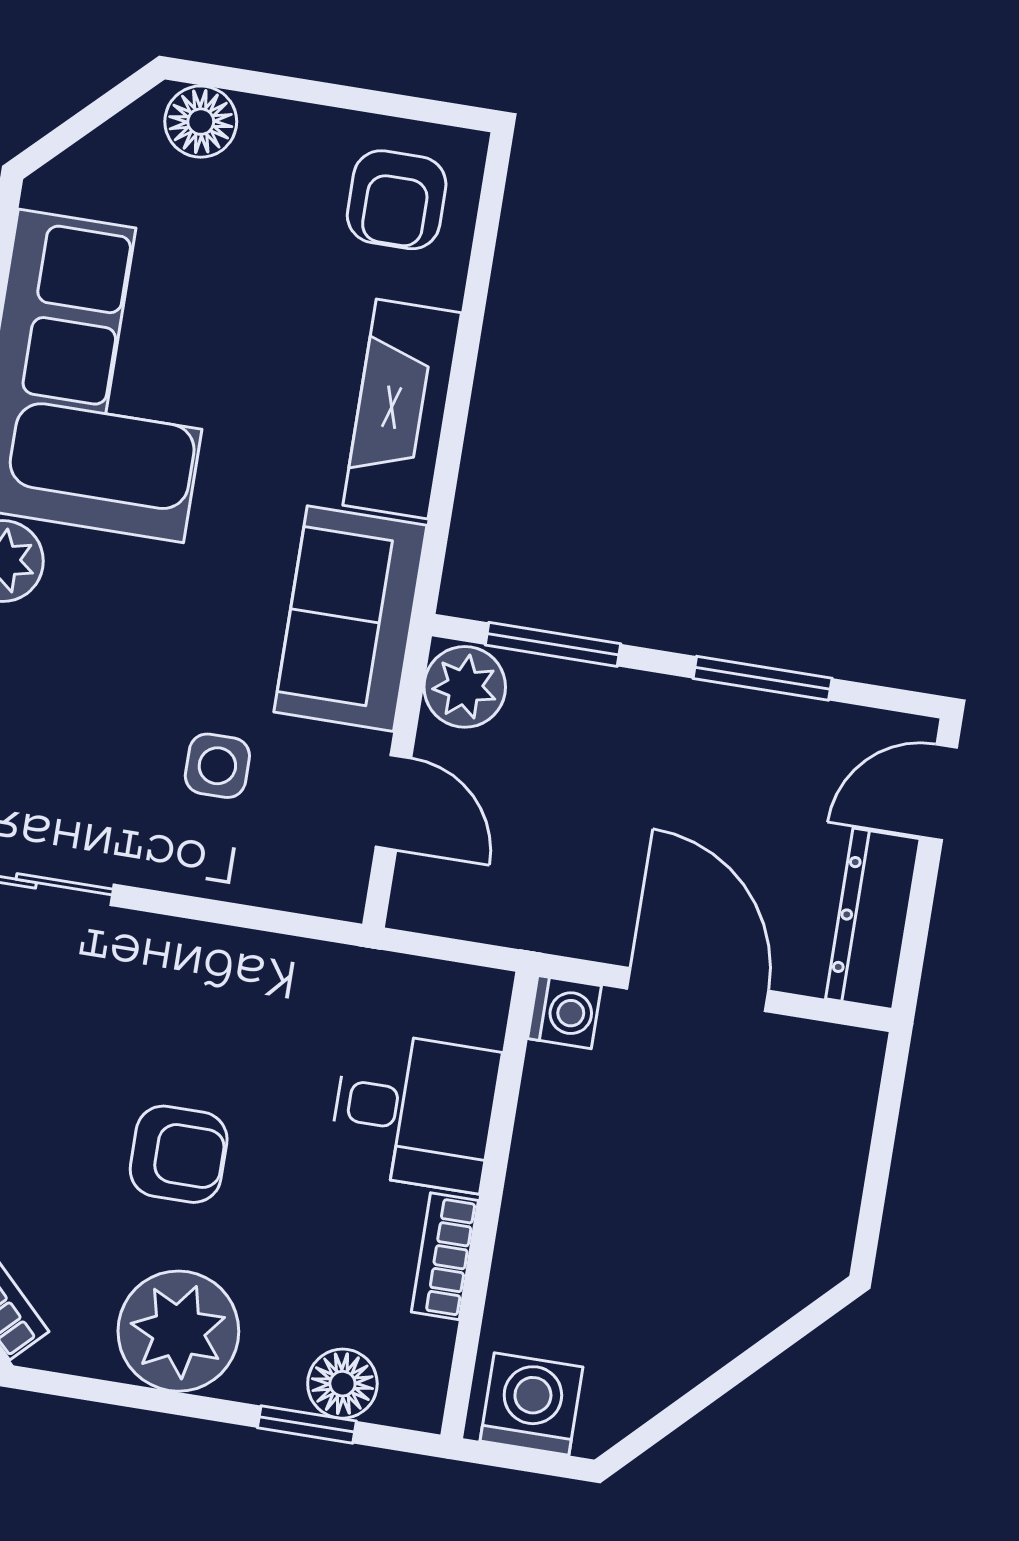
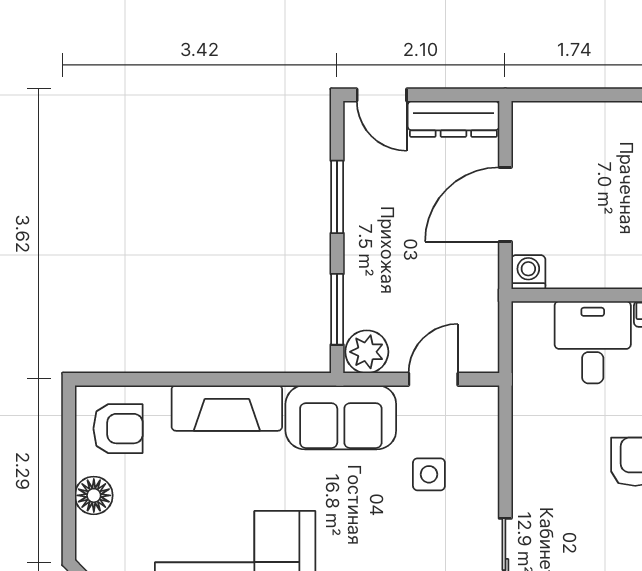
floor lamp: (201, 122) -> (94, 495), moved

